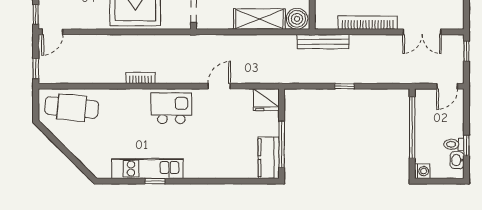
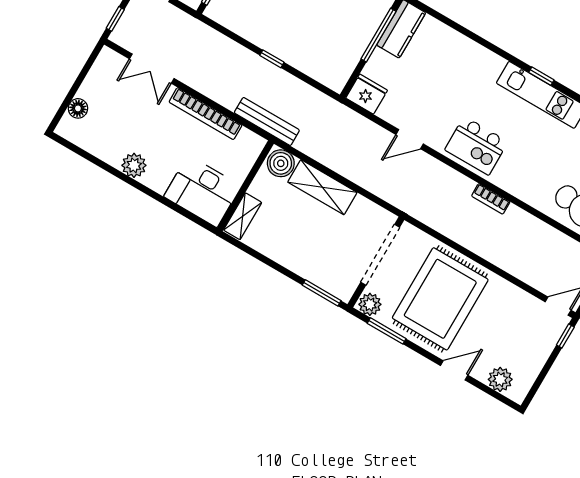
double door: (422, 32) -> (152, 69), swing flipped

